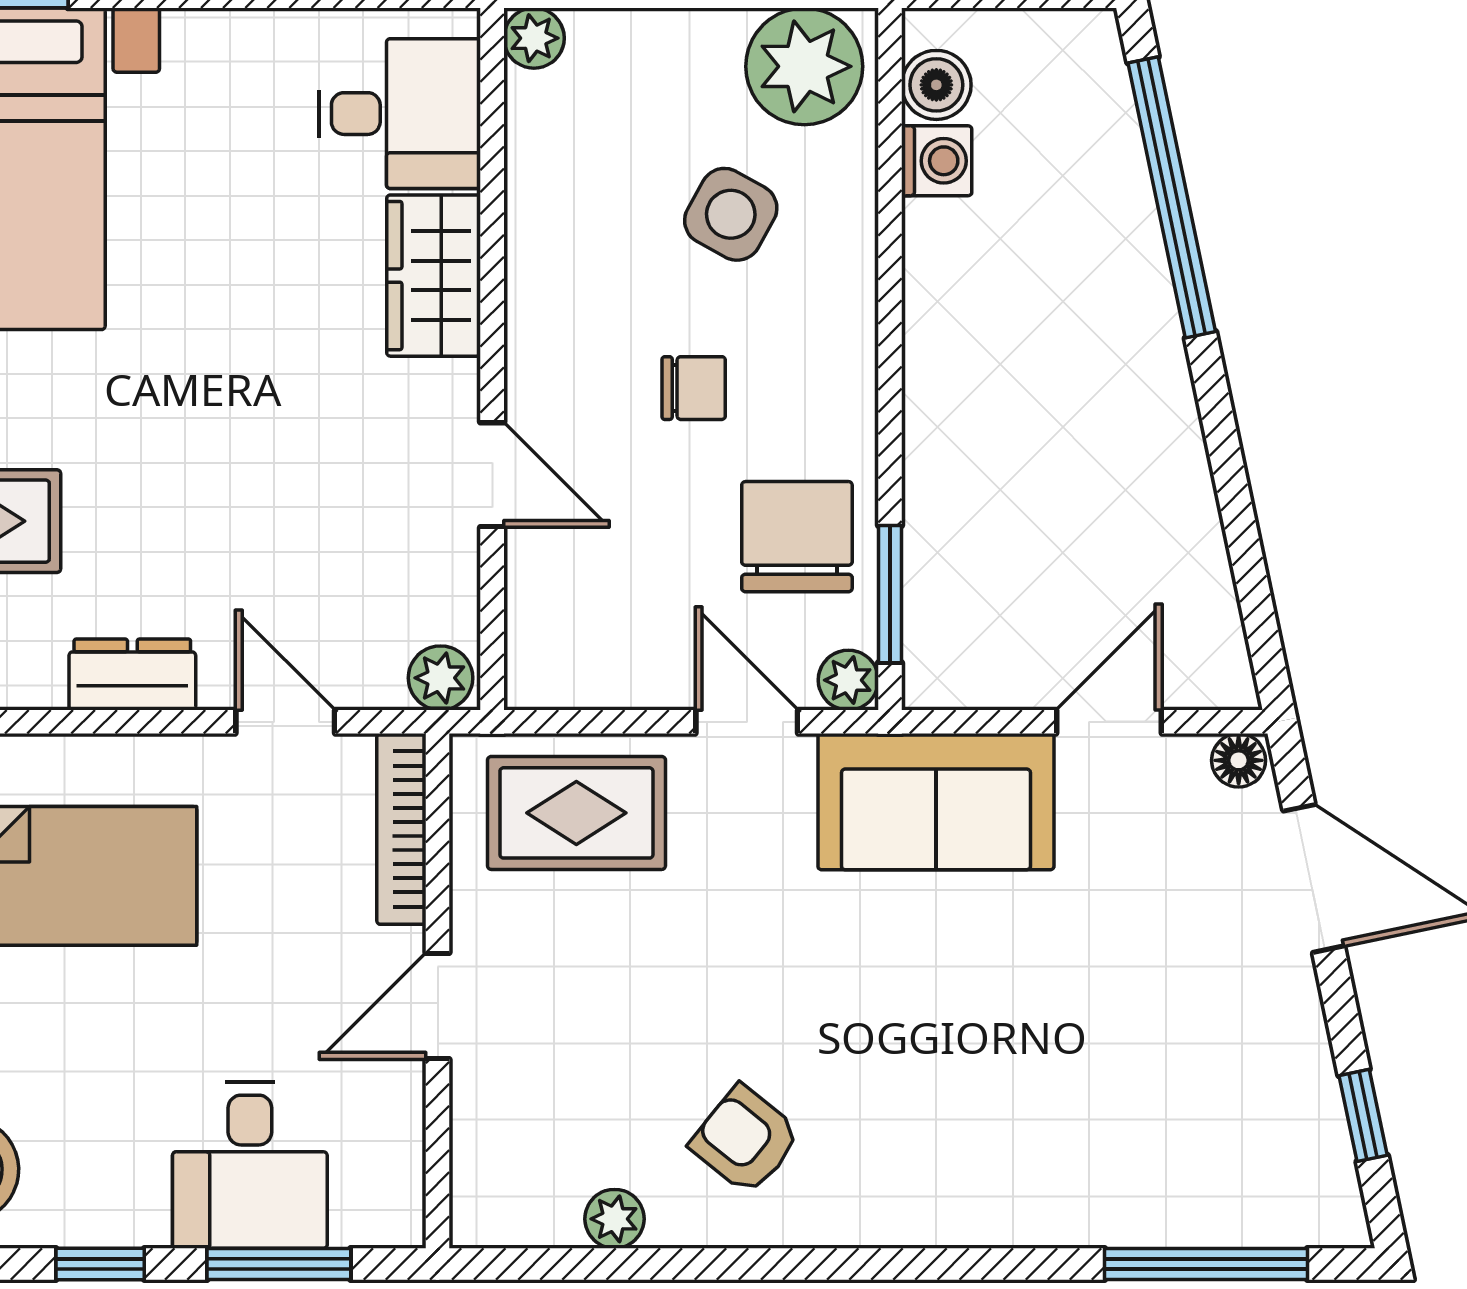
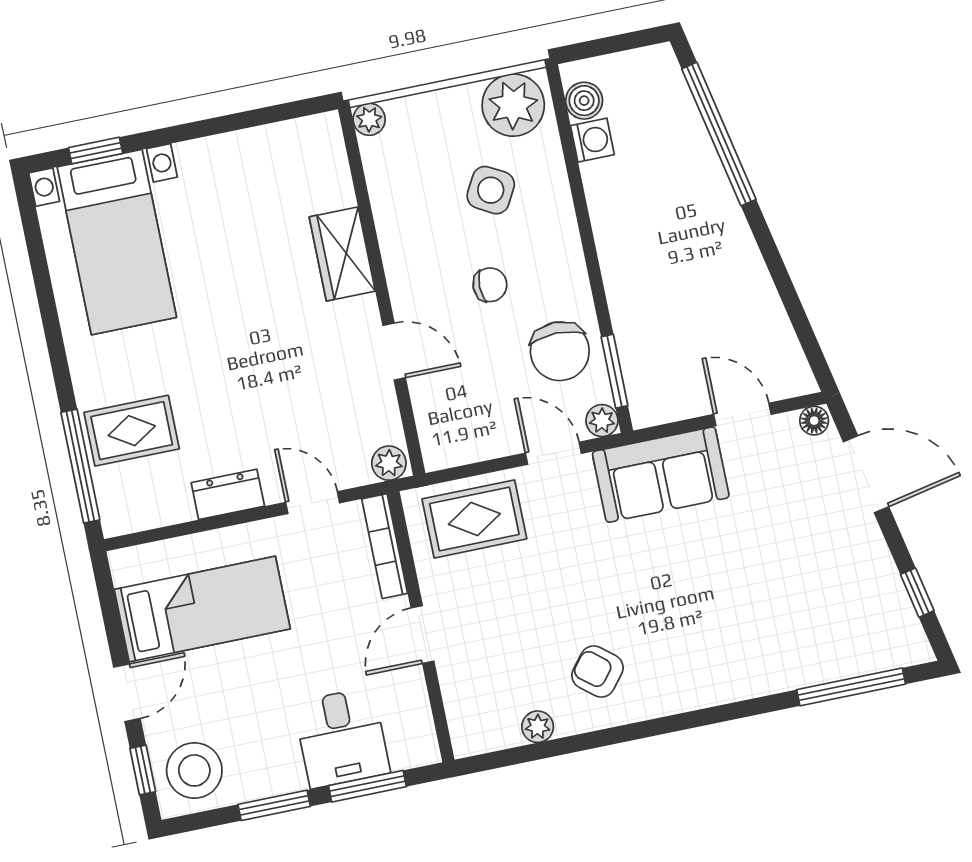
desk: (400, 114) -> (307, 173), removed
chair: (797, 537) -> (560, 351), turned 180
door: (1109, 722) -> (742, 414), hinge flipped
window: (100, 1264) -> (274, 805), width x1.50

